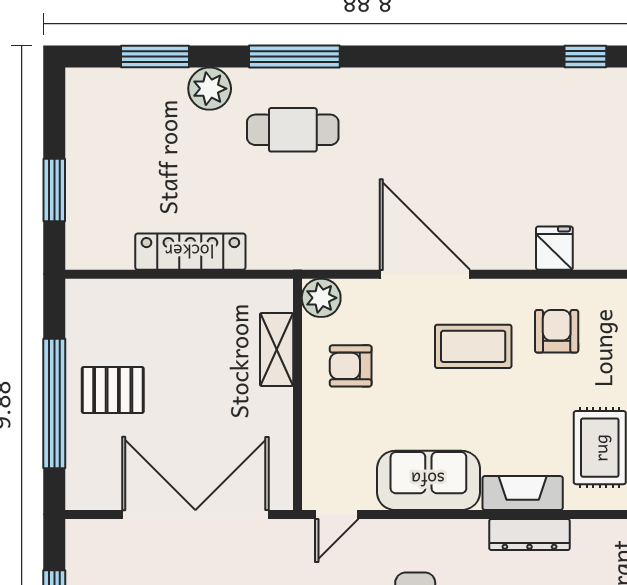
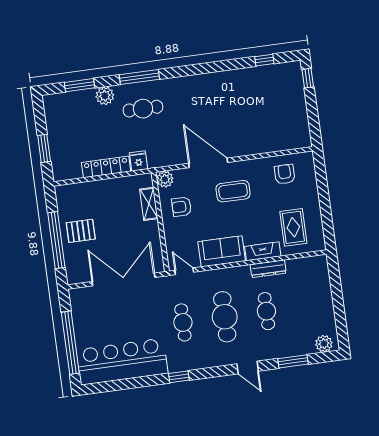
fridge: (554, 248) -> (139, 161), moved
armchair: (557, 331) -> (285, 174), moved
door: (337, 514) -> (184, 271), swing flipped

